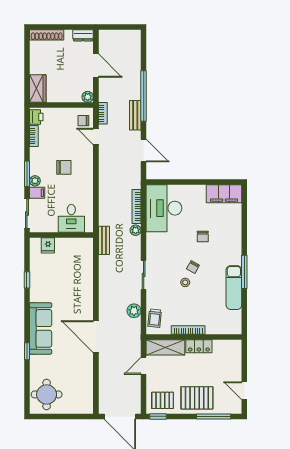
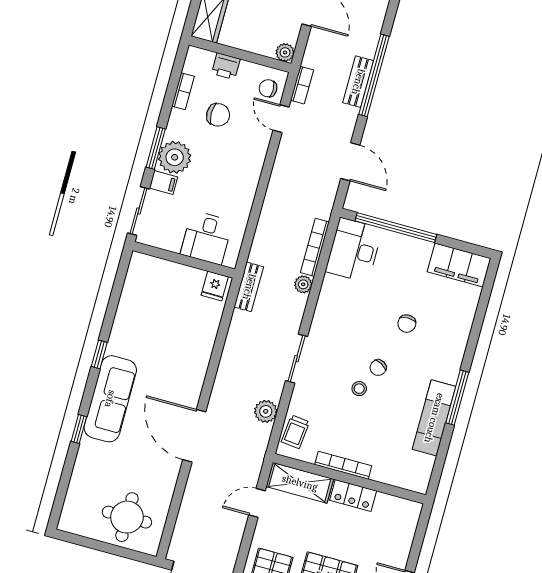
bench: (135, 115) -> (358, 82), moved
printer: (36, 117) -> (226, 66), moved, turned 90
chair: (64, 167) -> (218, 115), moved
plant: (35, 181) -> (175, 157), width x1.87, depth x1.87
window: (181, 182) -> (396, 228), added
desk: (164, 208) -> (354, 250), width x0.73, depth x0.77
fridge: (48, 245) -> (215, 286), moved
window: (27, 280) -> (99, 354), moved
round table: (47, 394) -> (127, 517), moved

